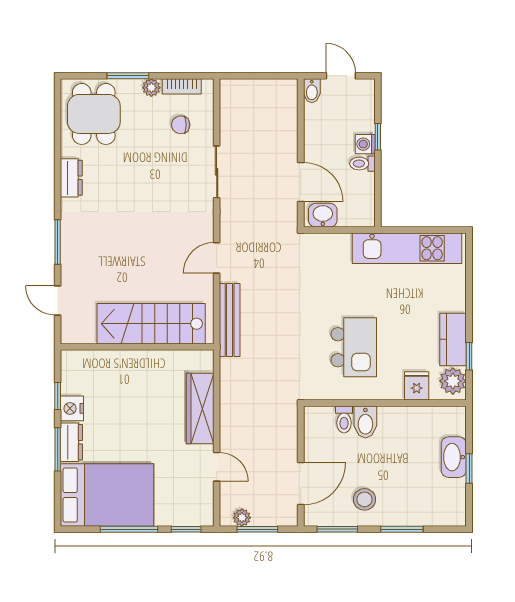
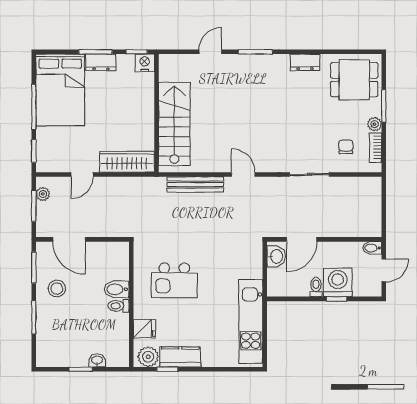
washing machine: (365, 144) -> (338, 282), width x1.89, depth x1.89
stairs: (151, 324) -> (174, 124), moved
wall: (137, 347) -> (156, 113), moved
nightstand: (72, 408) -> (145, 63), moved
toilet: (344, 419) -> (119, 306), moved
washbasin: (454, 457) -> (97, 360), width x0.52, depth x0.69

